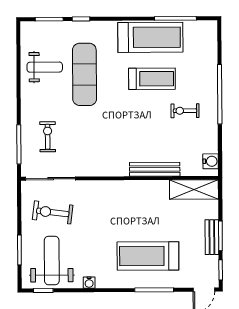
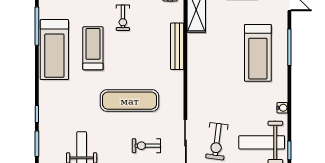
treadmill: (150, 37) -> (54, 50), turned 180
exercise mat: (84, 74) -> (130, 101), moved

